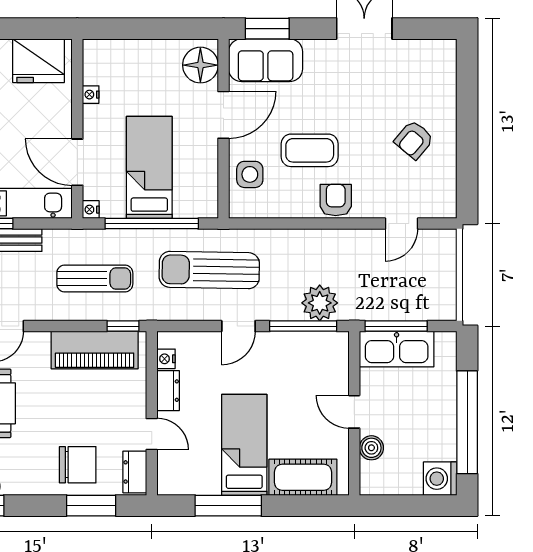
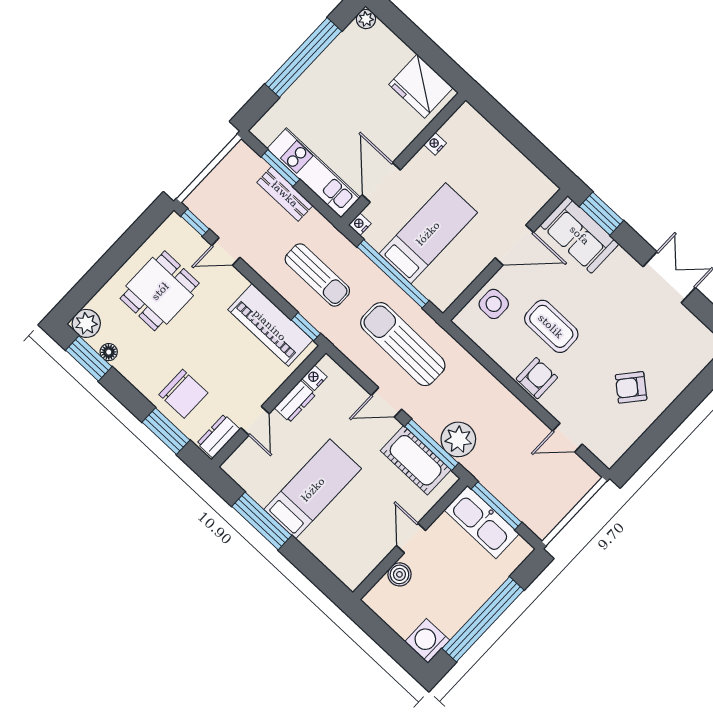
floor lamp: (200, 65) -> (531, 195), removed
cot: (303, 477) -> (416, 460), moved

